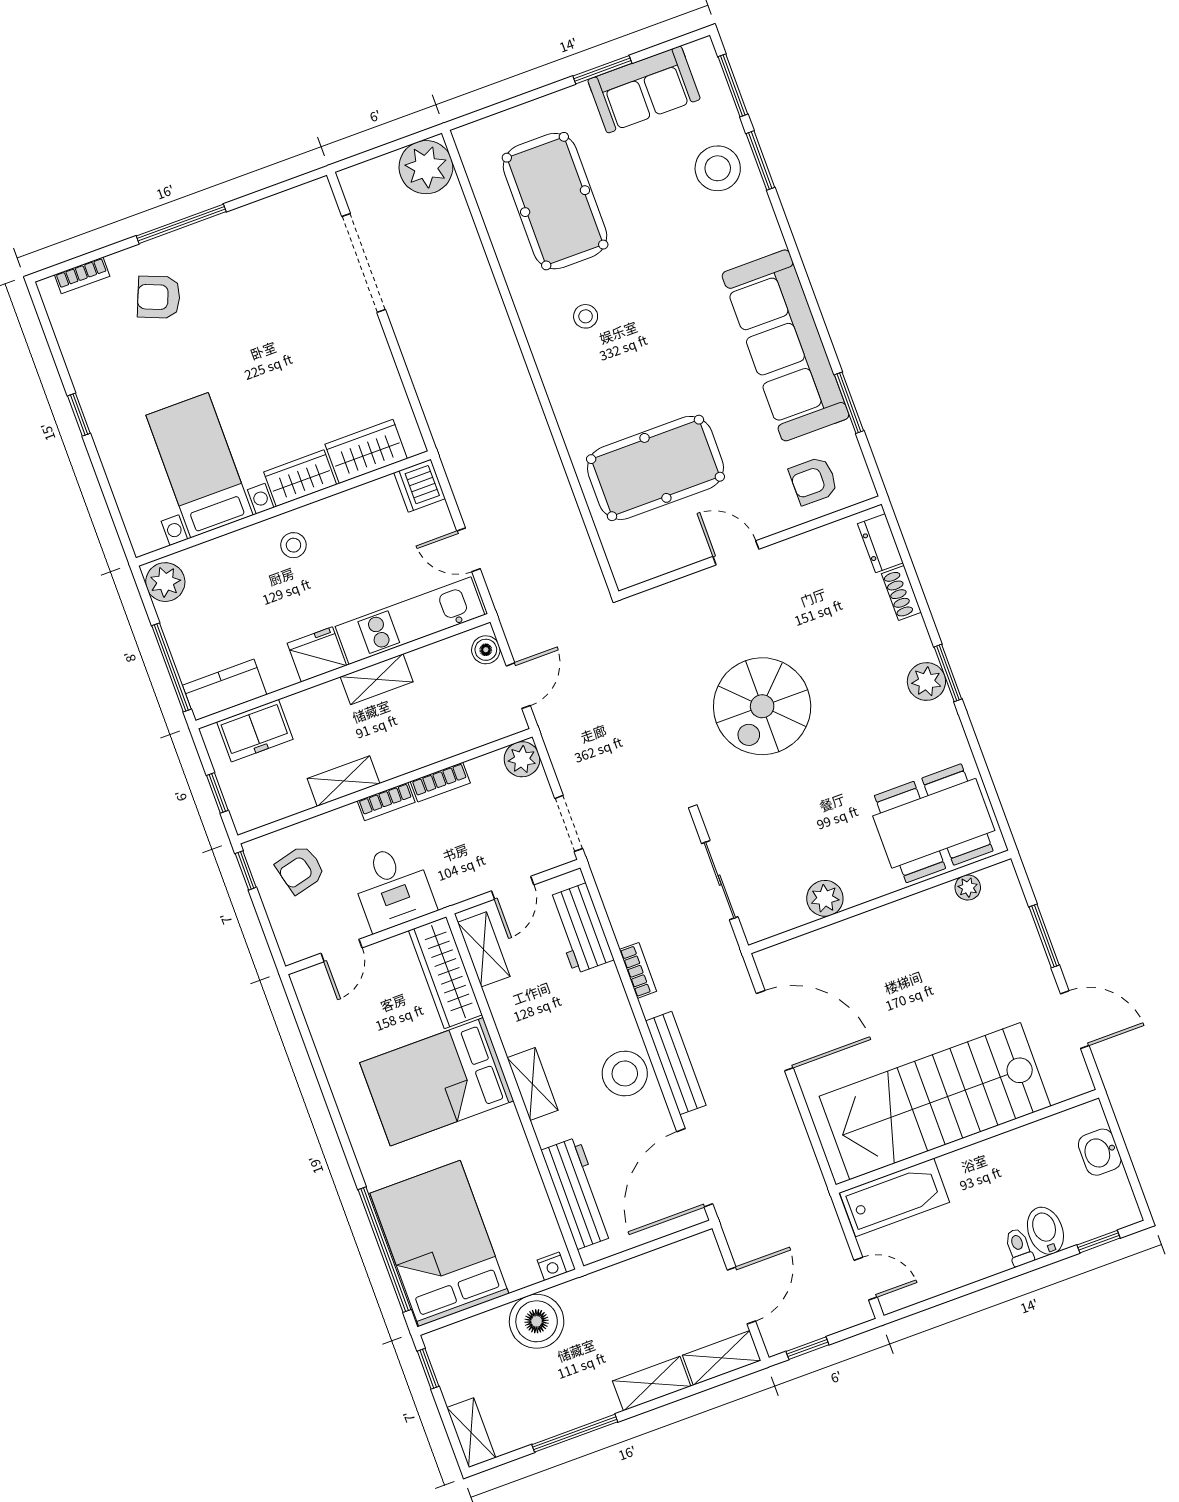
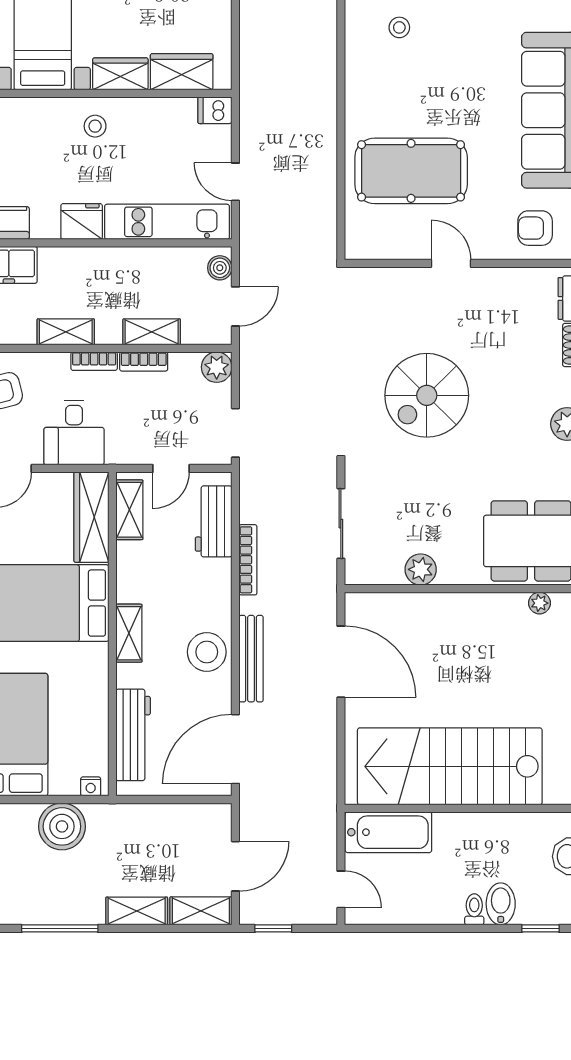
dishwasher: (420, 486) -> (215, 110), width x0.73
shelving: (377, 679) -> (152, 332), moved
bookcase: (638, 970) -> (248, 560), width x1.56

